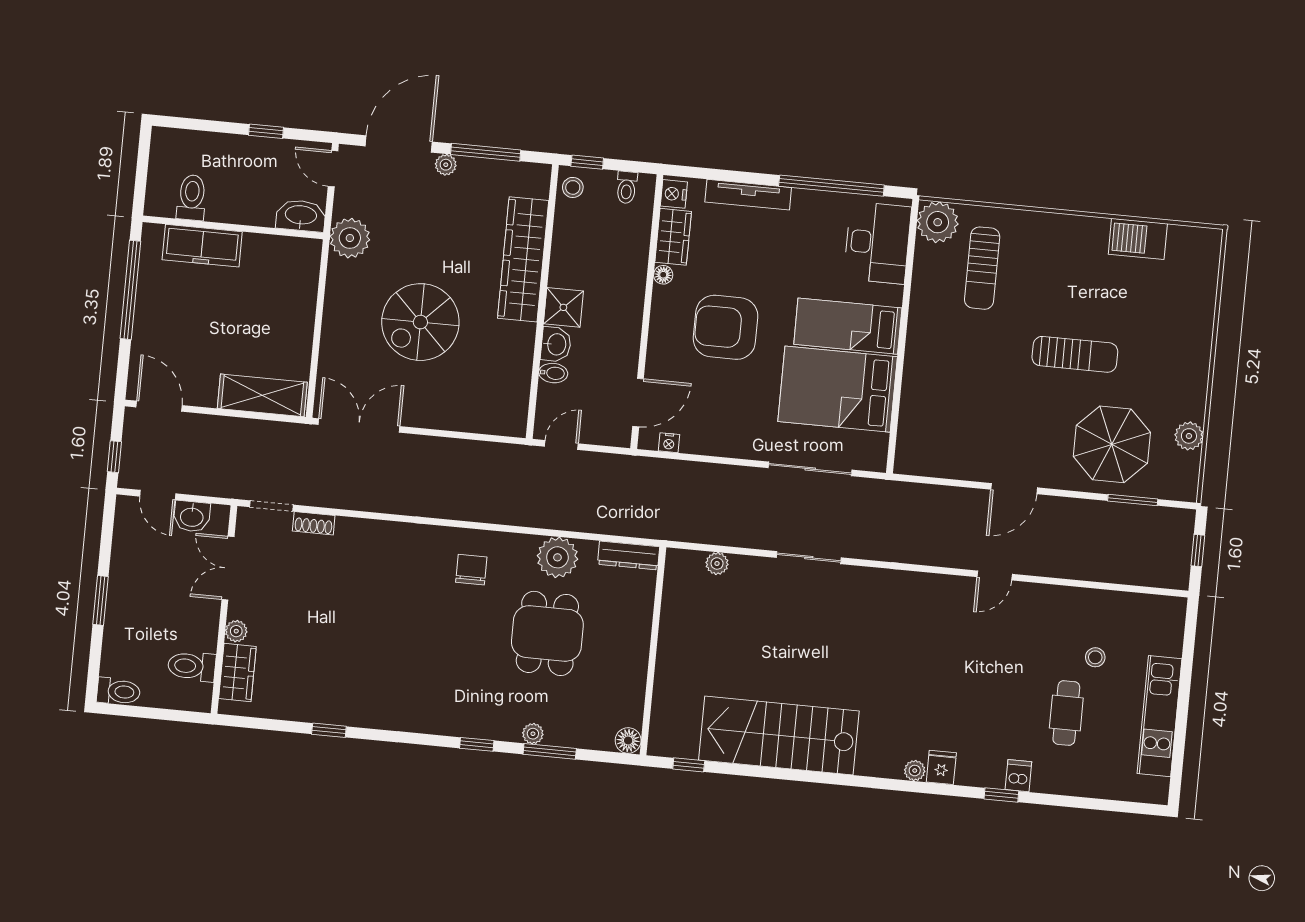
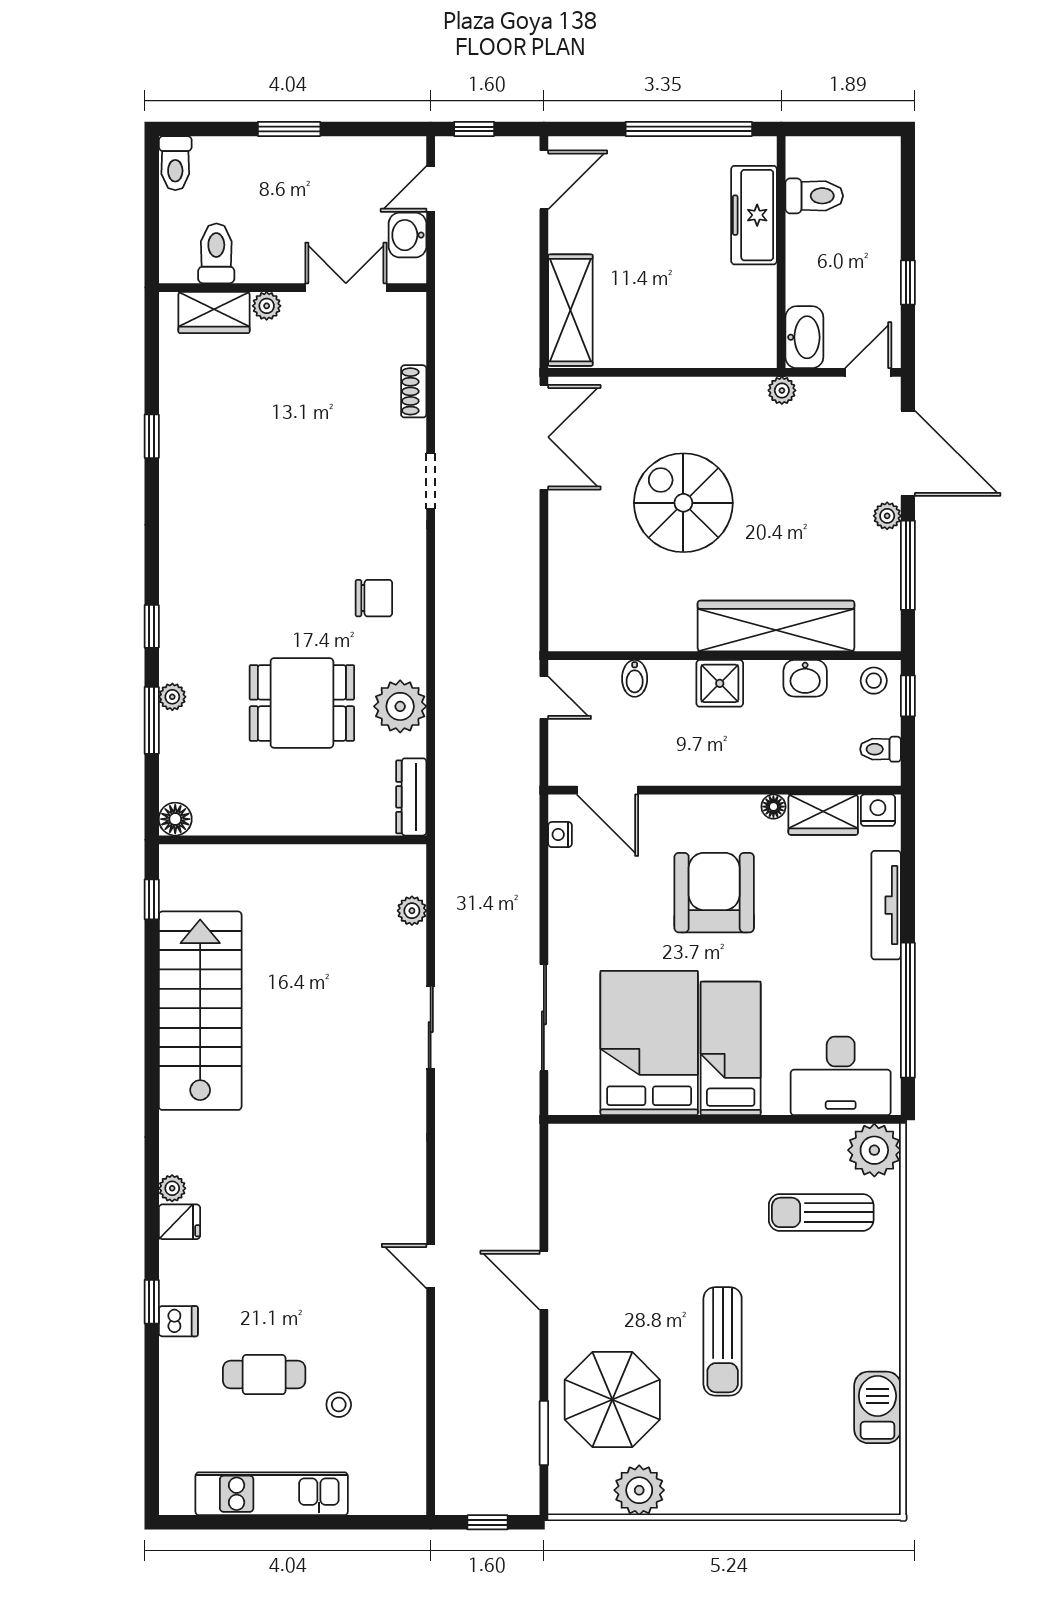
plant: (350, 238) -> (782, 390), width x0.53, depth x0.53
washbasin: (556, 344) -> (805, 678), moved
plant: (1189, 436) -> (639, 1490), width x1.36, depth x1.36
doorway: (271, 506) -> (431, 481), moved

